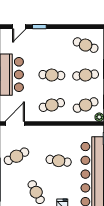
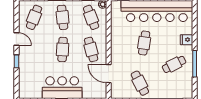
door: (19, 27) -> (16, 39), moved
door: (15, 123) -> (109, 74), moved

